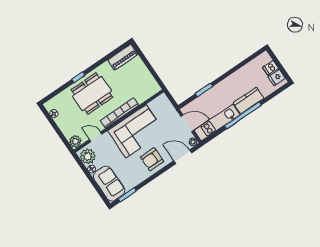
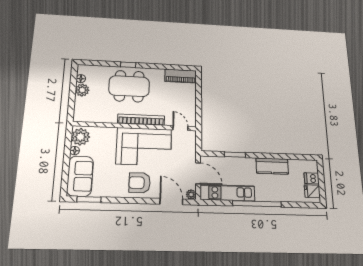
kitchen counter: (249, 100) -> (272, 166), moved, turned 180
door: (96, 137) -> (180, 128), moved
plant: (75, 141) -> (82, 90), moved

